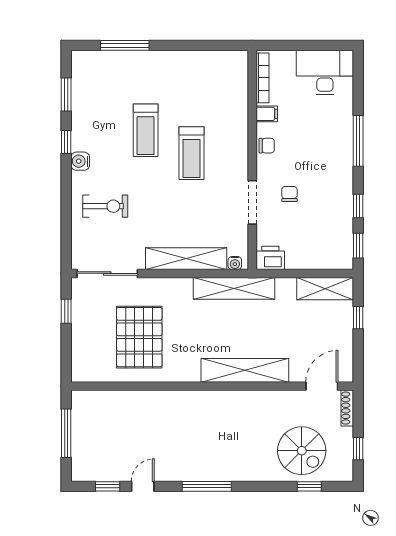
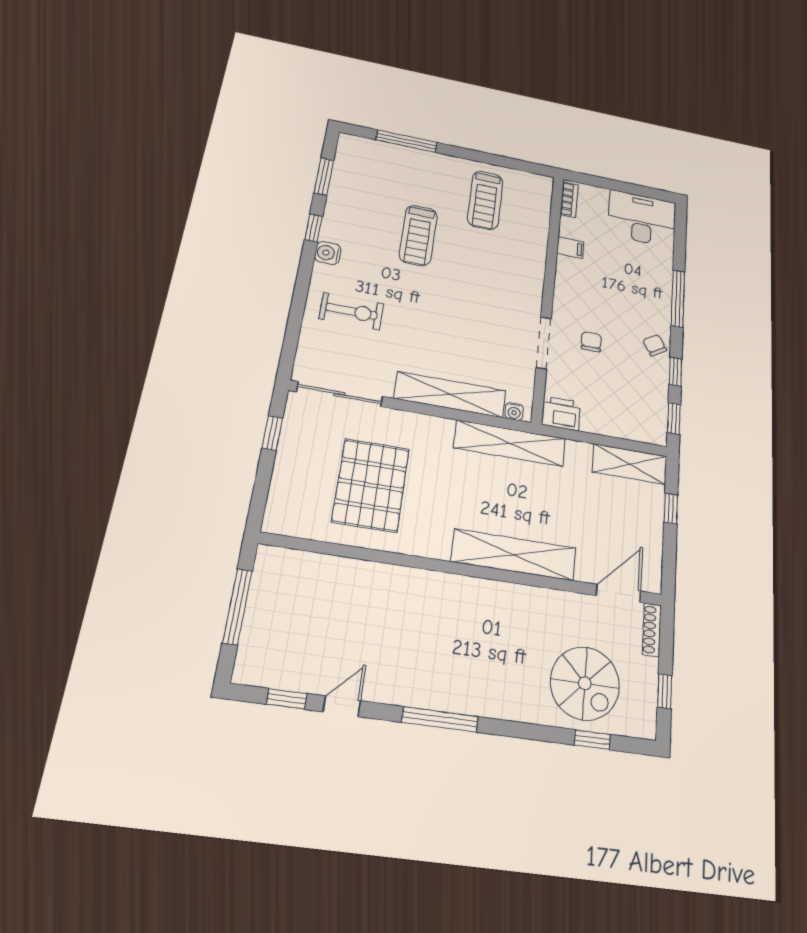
bookcase: (263, 78) -> (569, 200), width x0.64
chair: (267, 146) -> (655, 345), moved, turned -122
treadmill: (192, 153) -> (485, 200), moved

